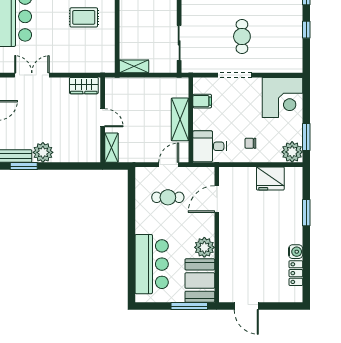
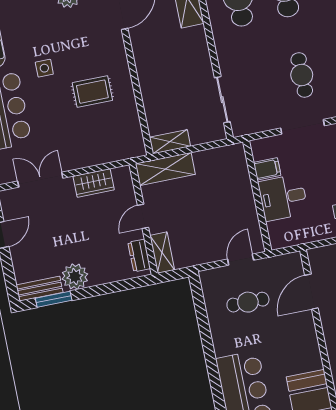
wardrobe: (84, 86) -> (94, 183), moved
door: (103, 118) -> (143, 216), swing flipped
shelving: (180, 119) -> (165, 169), moved, turned 90
dresser: (94, 146) -> (139, 255), added
desk: (210, 146) -> (283, 197), moved
plant: (204, 247) -> (308, 357), removed

